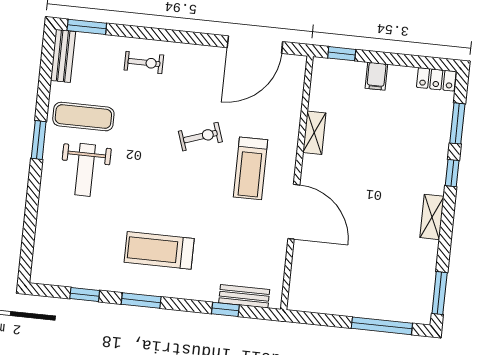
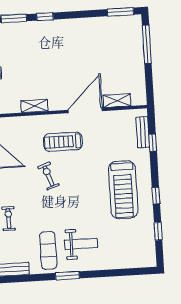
treadmill: (250, 168) -> (63, 142), turned 180
shelving: (432, 217) -> (117, 101), moved
treadmill: (159, 250) -> (123, 190), width x1.37, depth x1.38
window: (141, 300) -> (156, 196), width x0.67

